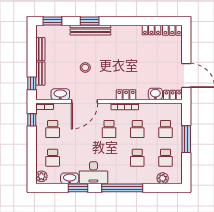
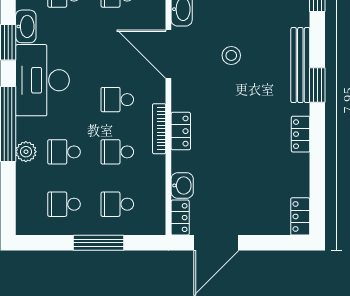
window: (90, 21) -> (317, 85), moved
locker: (151, 30) -> (301, 134), moved
desk: (93, 173) -> (42, 80), width x1.36, depth x1.30
plant: (163, 178) -> (26, 152), moved

